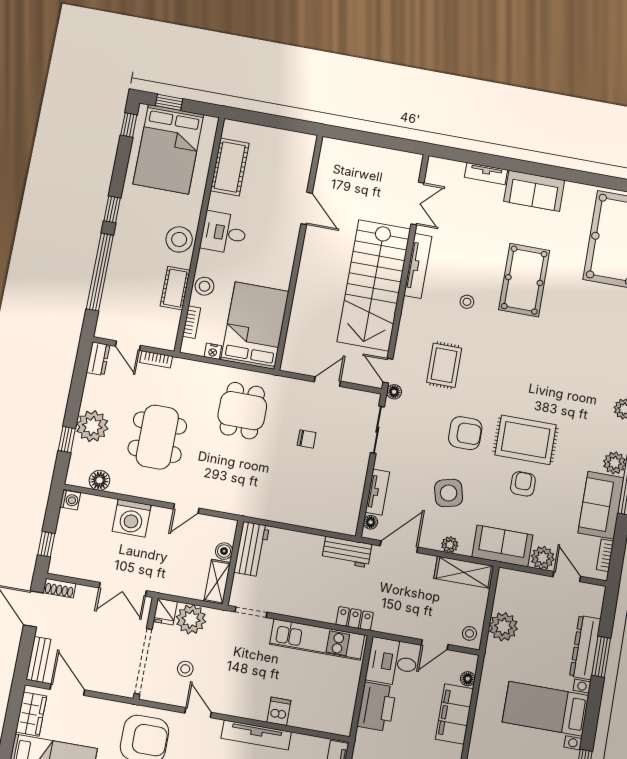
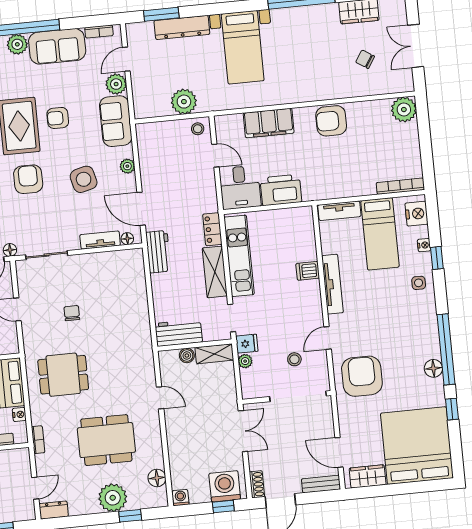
bookcase: (156, 359) -> (38, 440), moved
washing machine: (132, 518) -> (225, 486), moved, turned -90
shelving: (464, 572) -> (215, 272), moved
fridge: (165, 612) -> (247, 344), moved
plant: (191, 619) -> (245, 361), width x0.53, depth x0.53
window: (601, 657) -> (161, 14), moved
floor lamp: (468, 679) -> (236, 120), removed
door: (67, 690) -> (339, 452), hinge flipped

